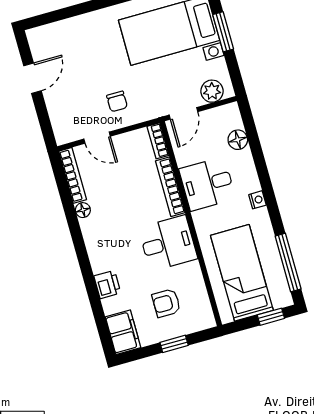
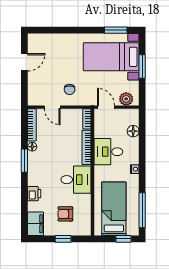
door: (183, 113) -> (106, 107), swing flipped
window: (77, 236) -> (24, 161), added

